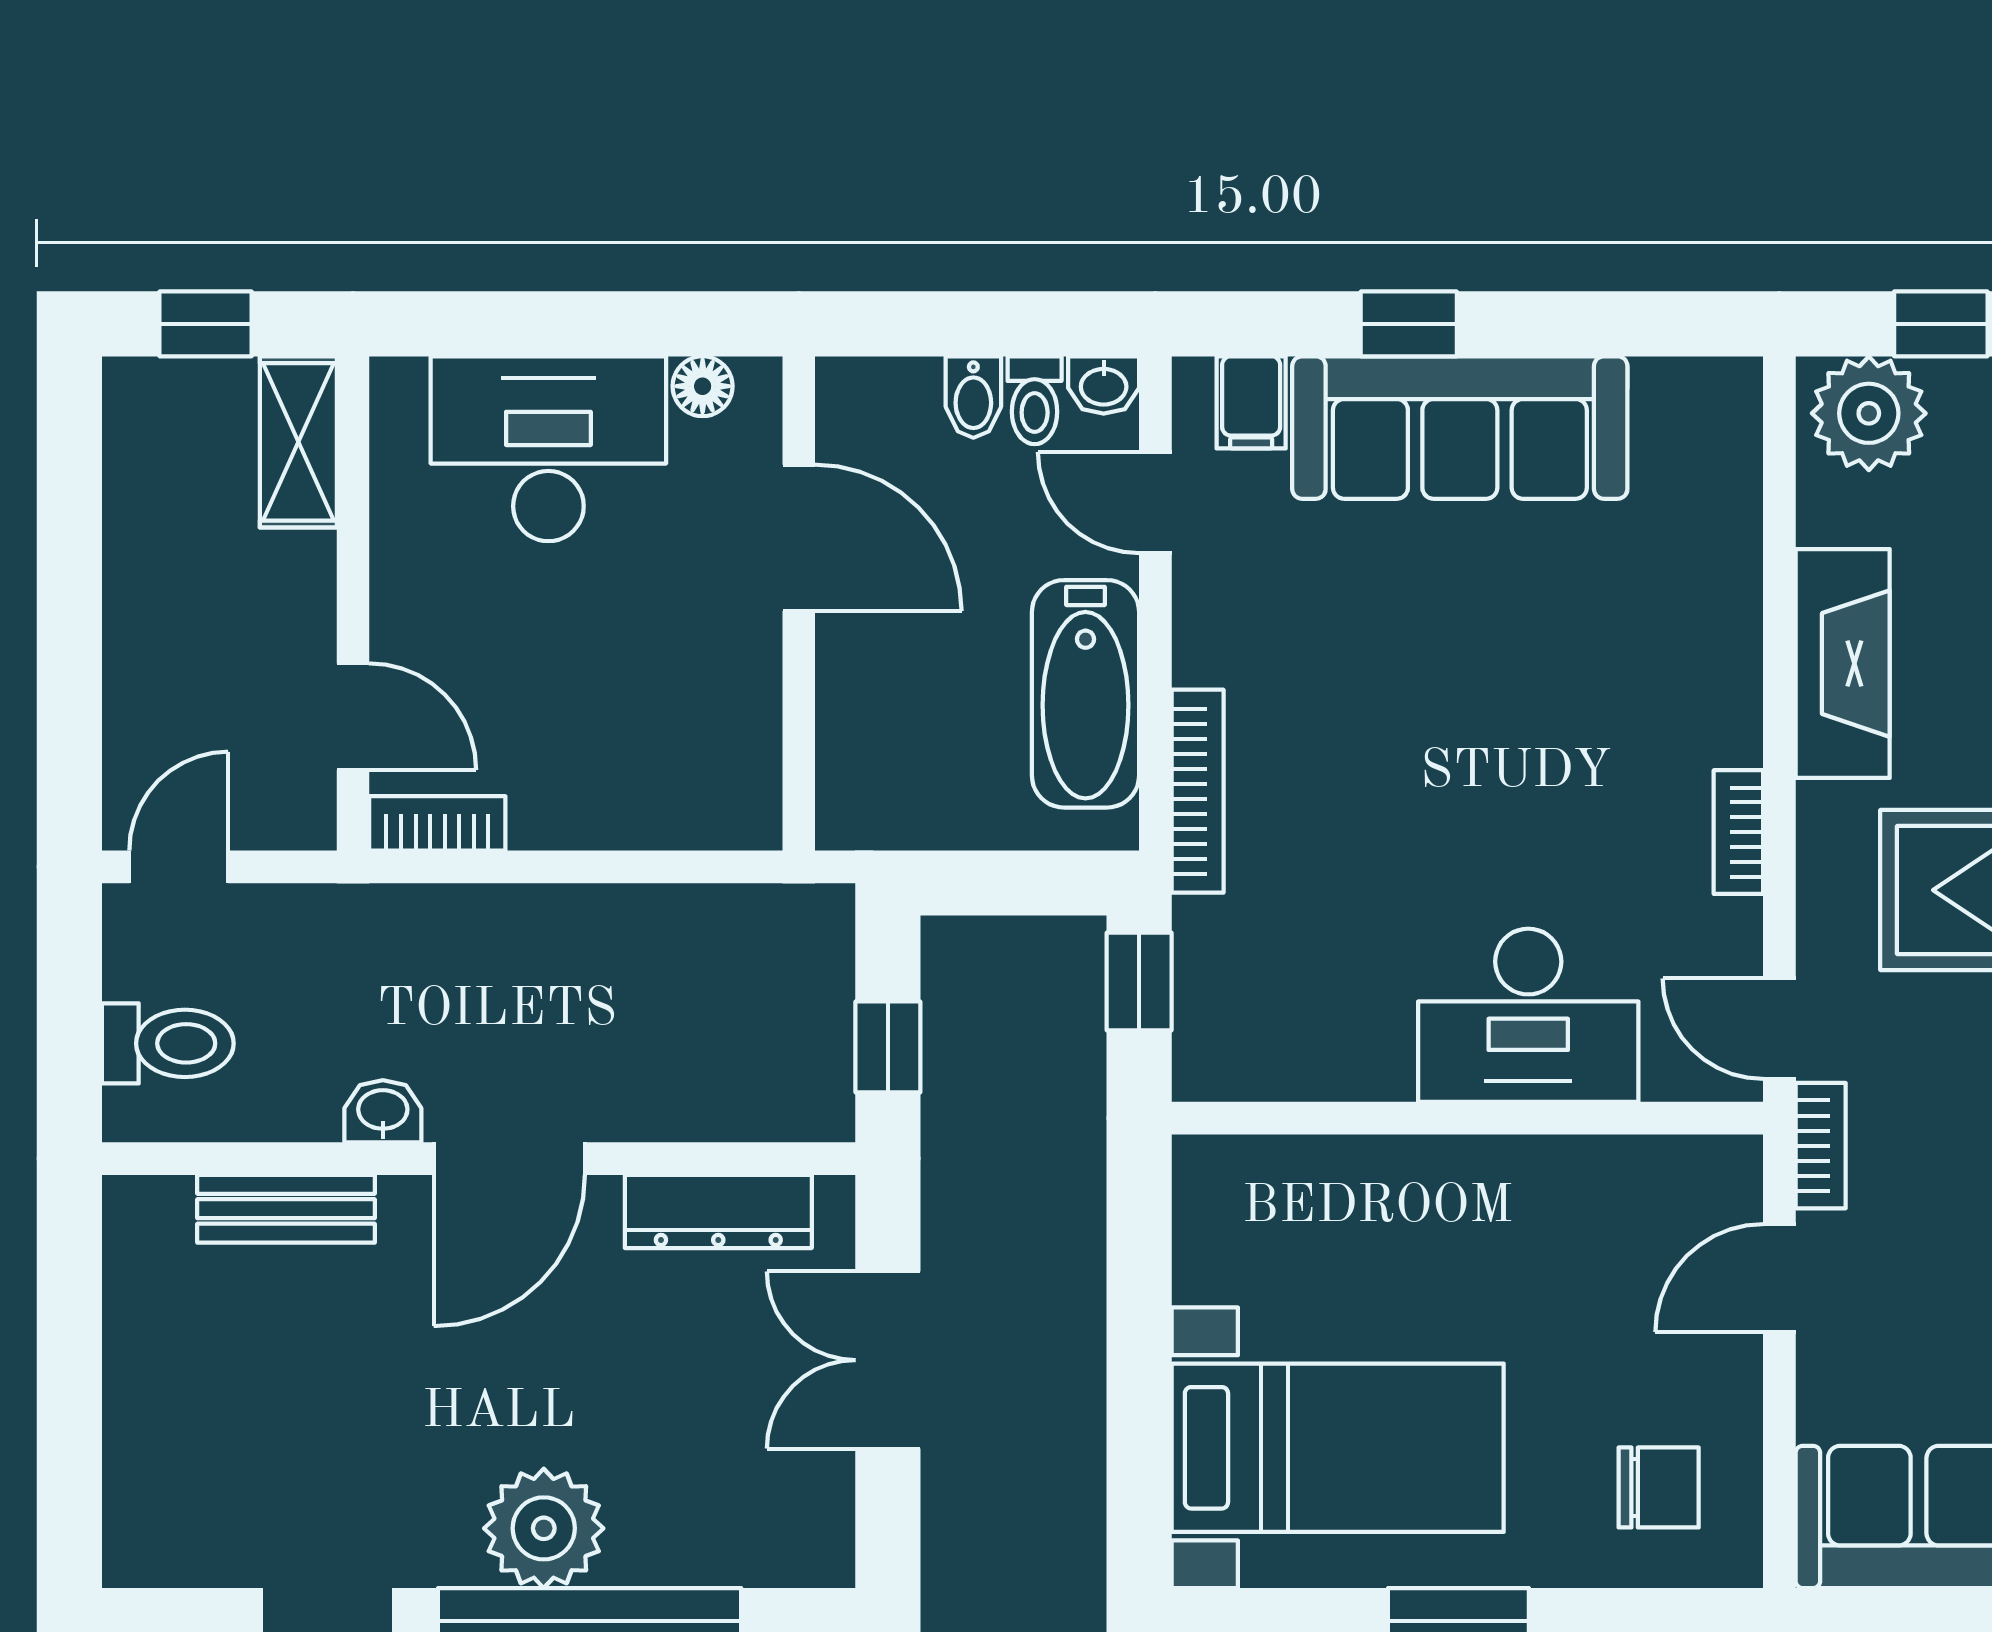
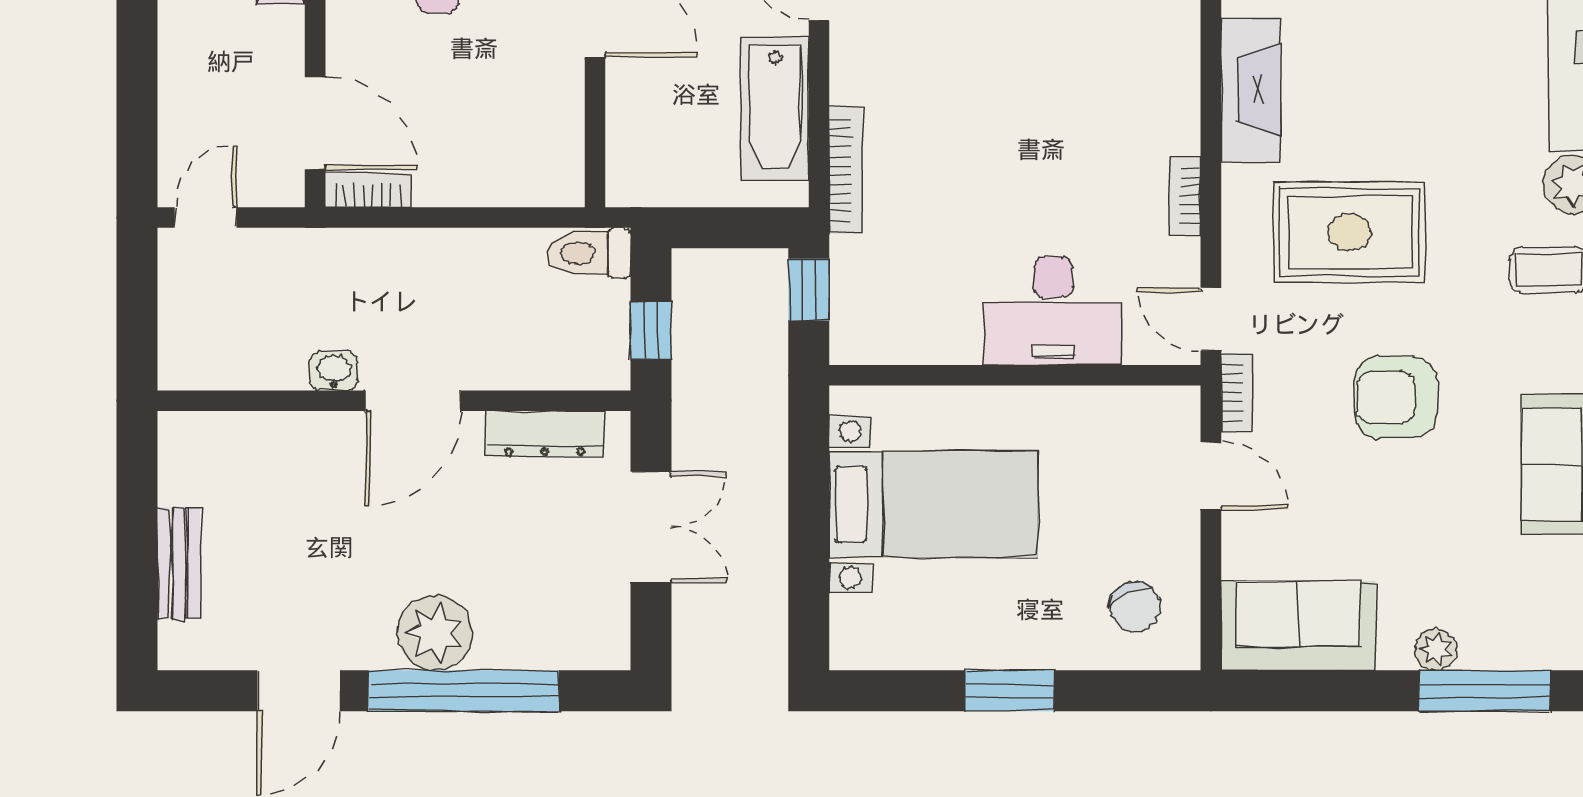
door: (353, 717) -> (315, 123), width x1.38
toilet: (168, 1043) -> (589, 253), moved, turned 180
bench: (286, 1209) -> (179, 563), moved, turned 90
door: (1779, 1278) -> (1211, 476), swing flipped
double door: (888, 1360) -> (651, 527), swing flipped
bed with nightstands: (1338, 1448) -> (933, 505), moved
chair: (1659, 1487) -> (1135, 607), turned 68

